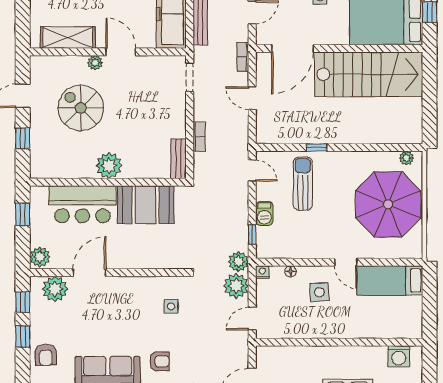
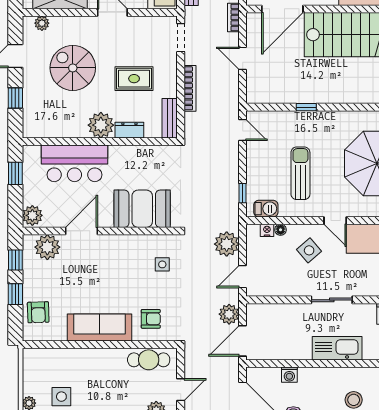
plant: (95, 63) -> (42, 23), moved
rug: (143, 119) -> (134, 79), added
bookcase: (199, 137) -> (190, 88), width x1.56
dresser: (138, 171) -> (129, 130), added
sun lounger: (303, 184) -> (300, 173), moved
booth: (146, 205) -> (142, 209), moved
barbecue: (264, 213) -> (266, 209), moved, turned -90
plant: (239, 262) -> (229, 314), moved
nightstand: (262, 272) -> (267, 230), moved
side table: (319, 292) -> (309, 250), turned -38
sliding door: (342, 342) -> (332, 300), added

